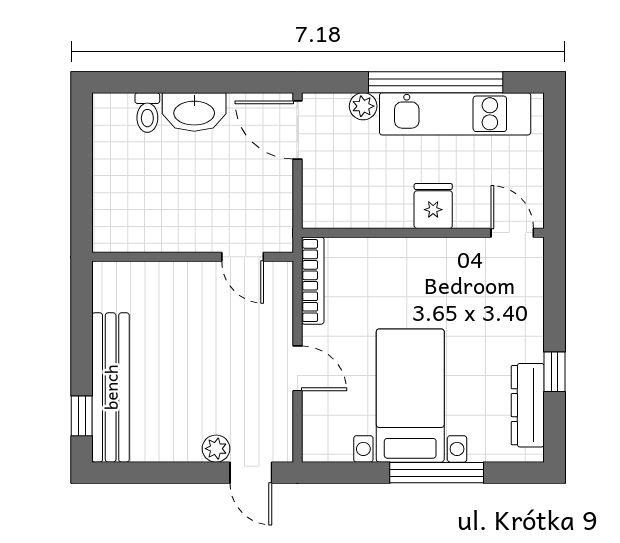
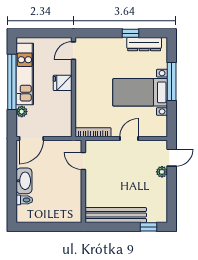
door: (243, 257) -> (83, 161), swing flipped
bench: (111, 387) -> (116, 215), moved

